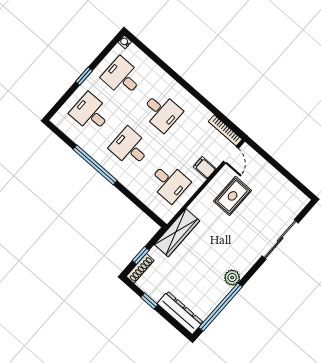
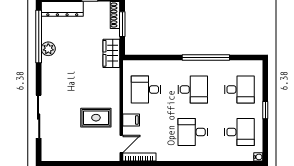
door: (231, 155) -> (121, 144), swing flipped
rug: (233, 196) -> (96, 118), turned 90
wardrobe: (177, 233) -> (111, 53), width x0.67
window: (141, 255) -> (122, 24), width x1.50
plant: (232, 278) -> (48, 49), moved

